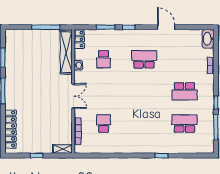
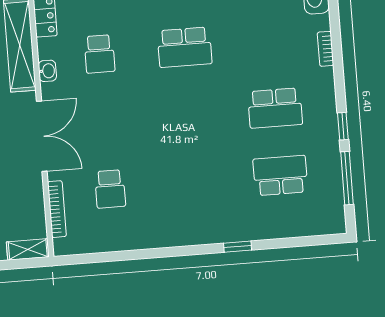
school desk: (144, 59) -> (185, 47), turned 180
double door: (73, 96) -> (42, 136), width x1.37
school desk: (104, 123) -> (110, 189), turned 180

